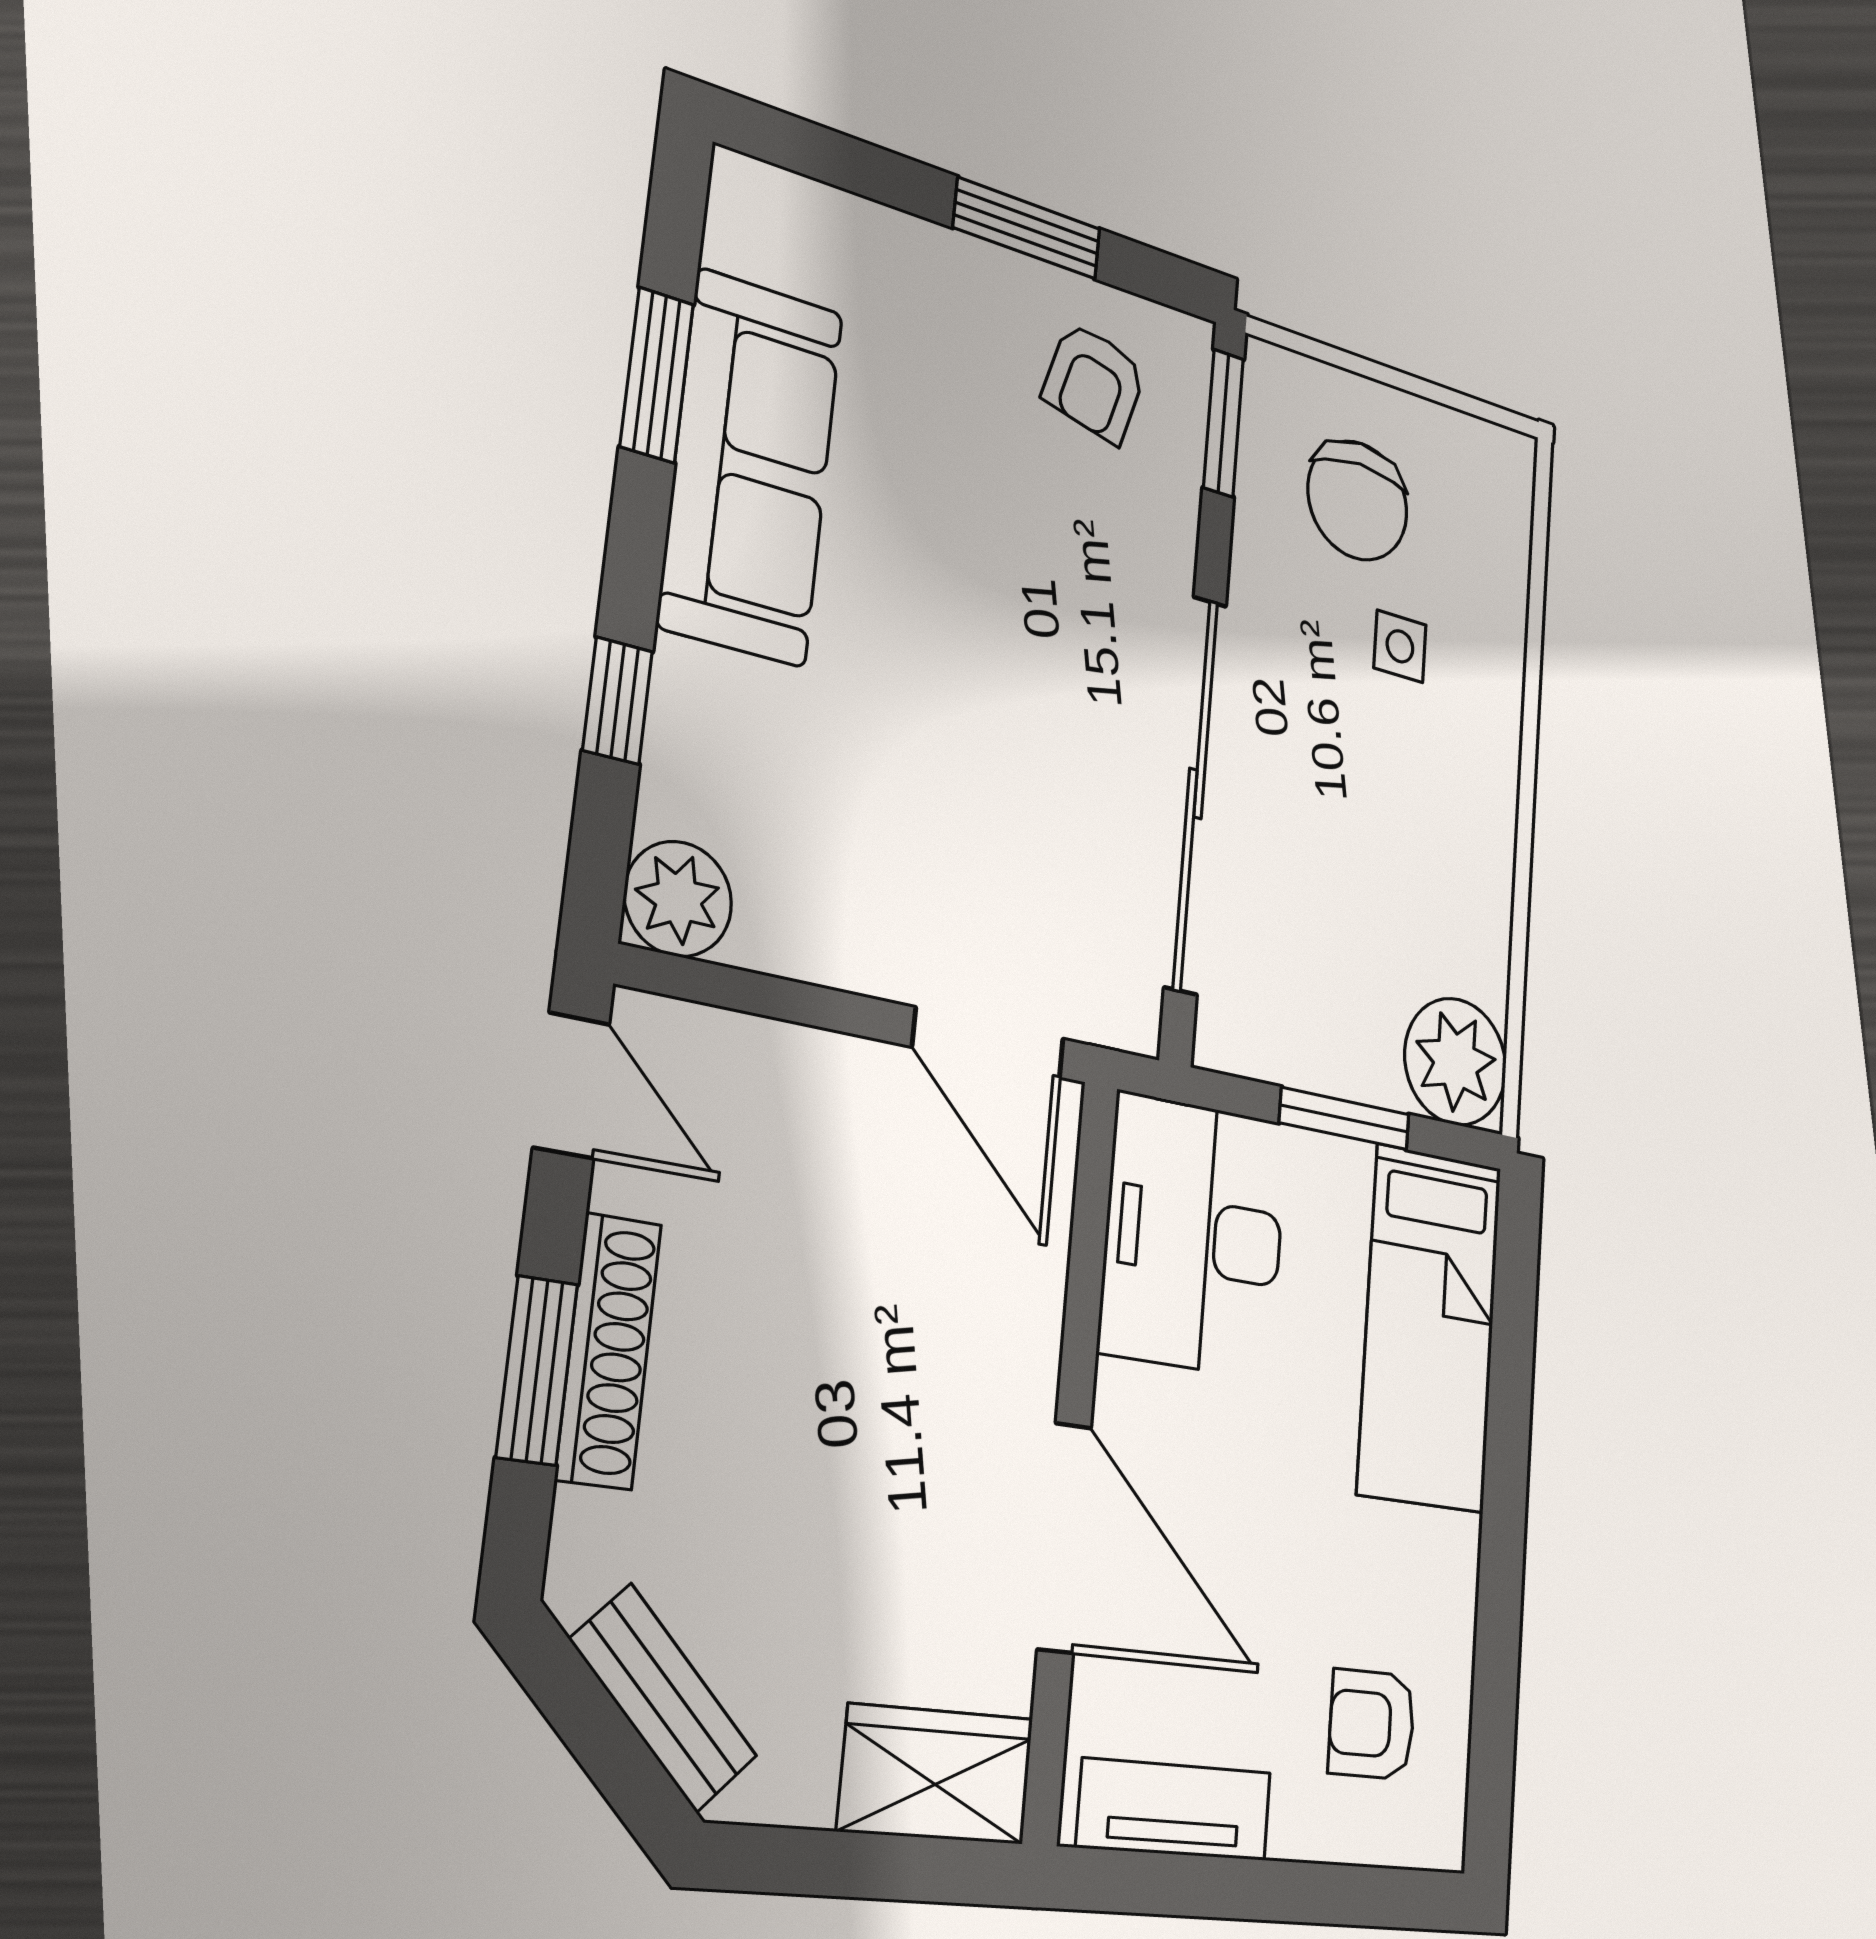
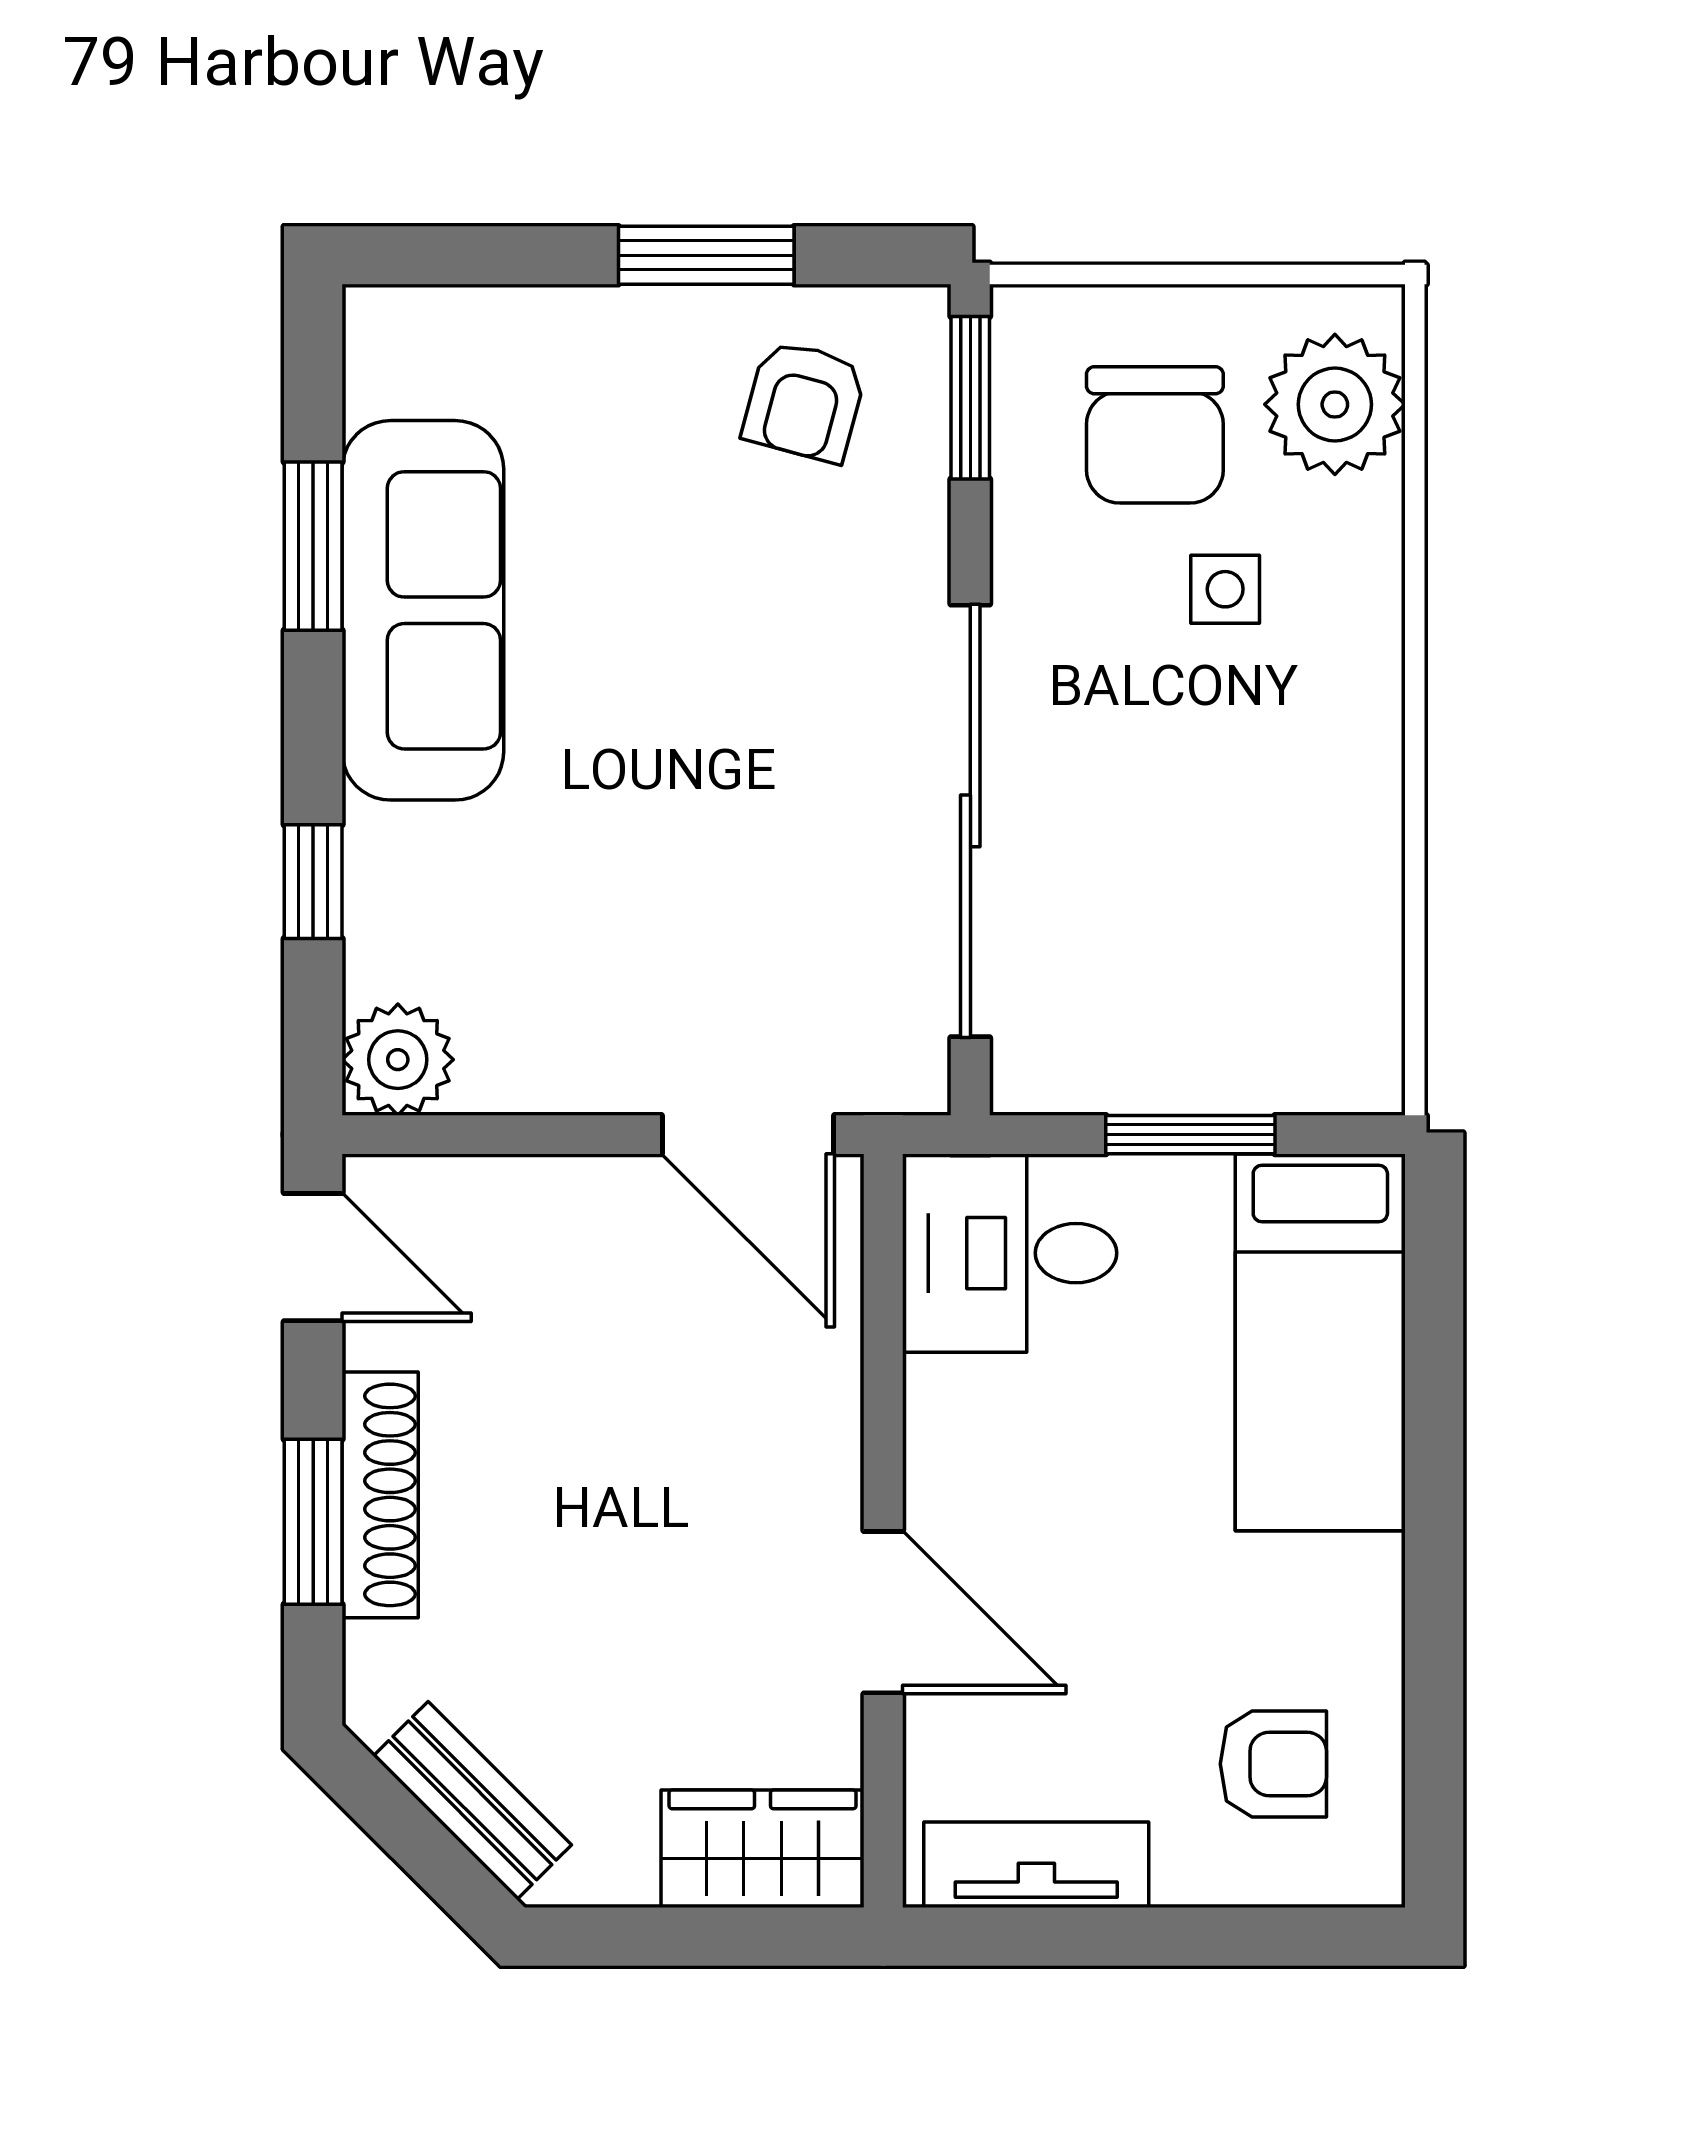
plant: (1456, 1062) -> (1335, 404), moved
desk: (1194, 1236) -> (1010, 1253), width x0.73
door: (1064, 1538) -> (883, 1612), width x0.73
armchair: (1372, 1724) -> (1273, 1764), turned 180

